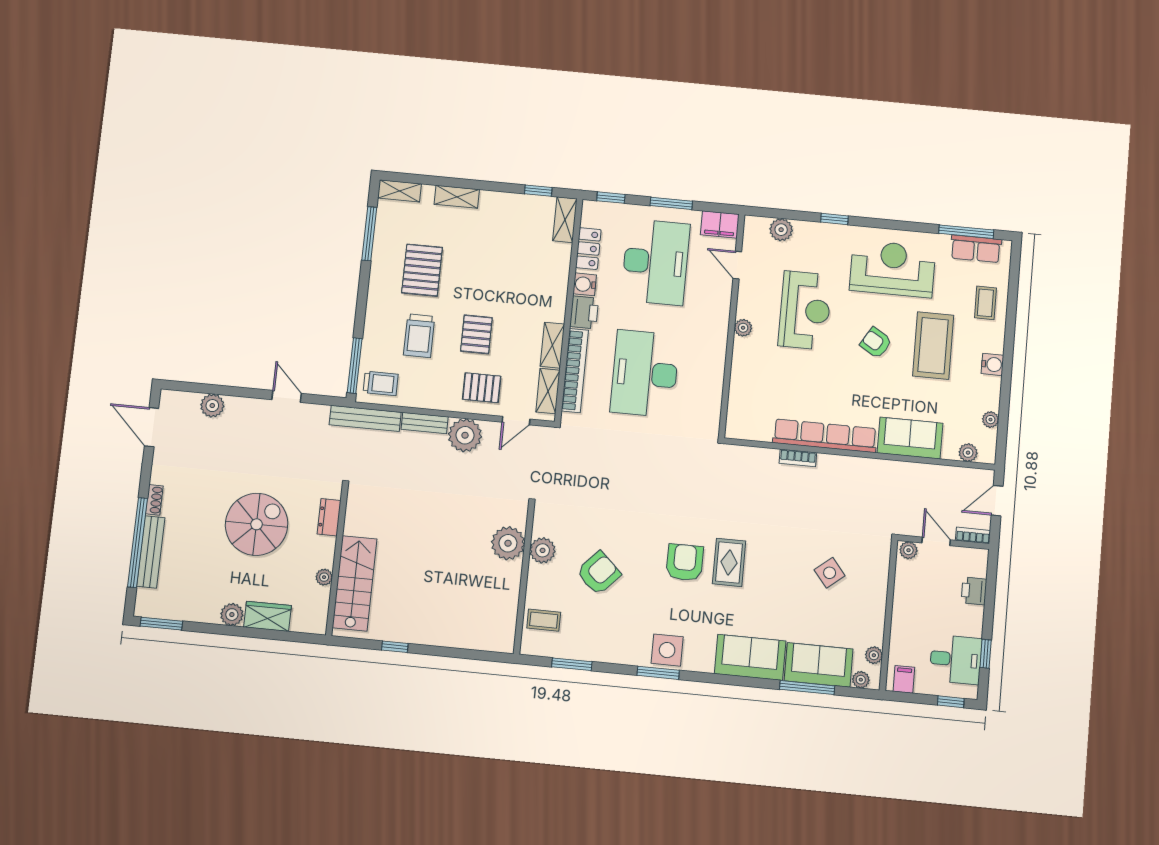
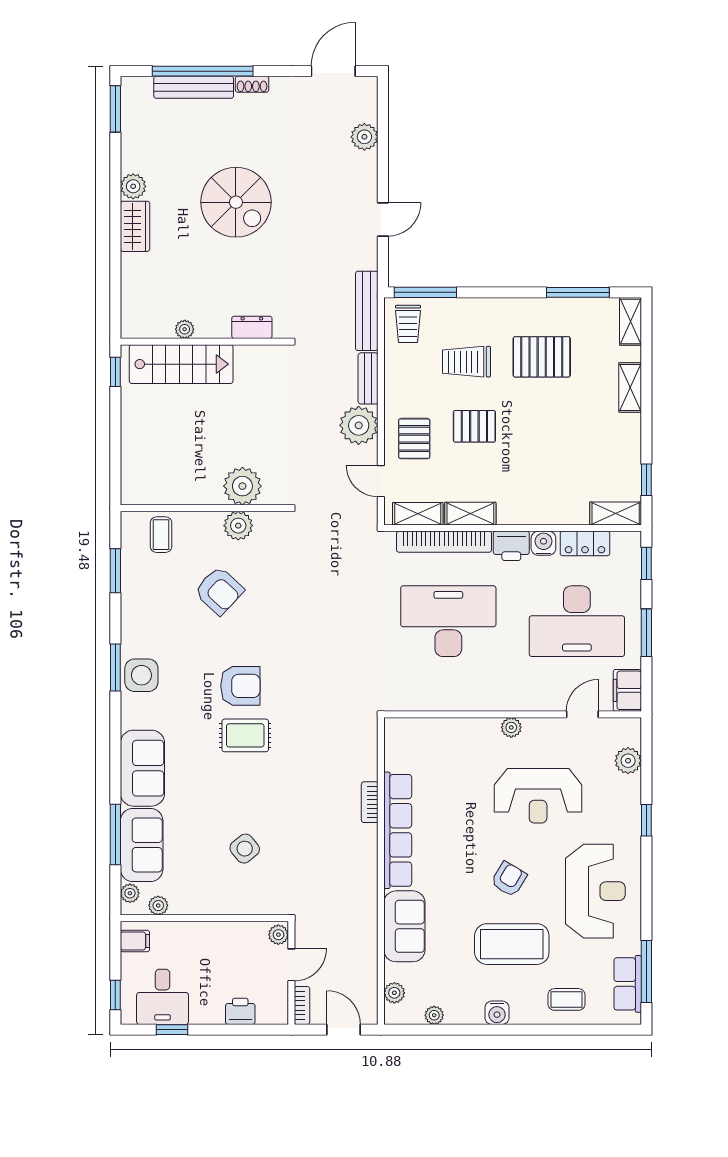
dresser: (329, 517) -> (252, 327), moved
wall: (337, 561) -> (204, 342), moved
plant: (324, 577) -> (185, 329), moved
stairs: (355, 583) -> (181, 364), moved

